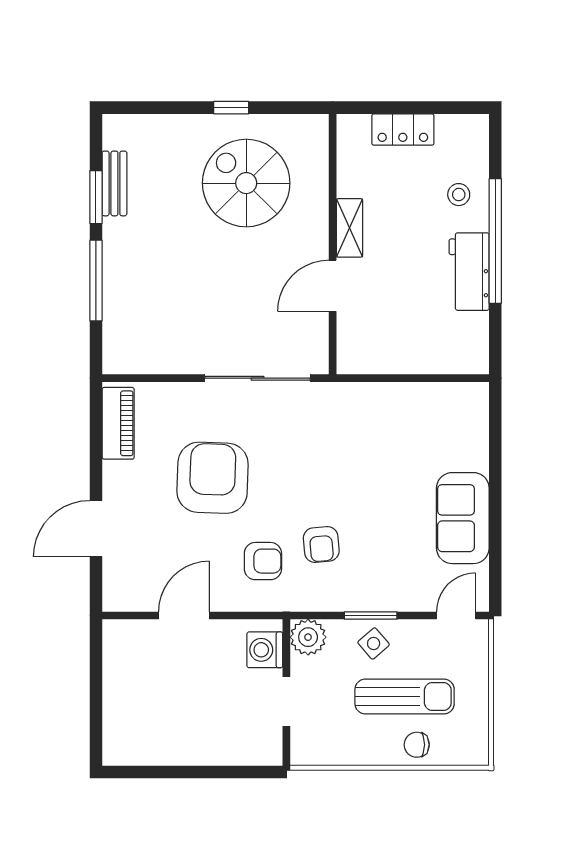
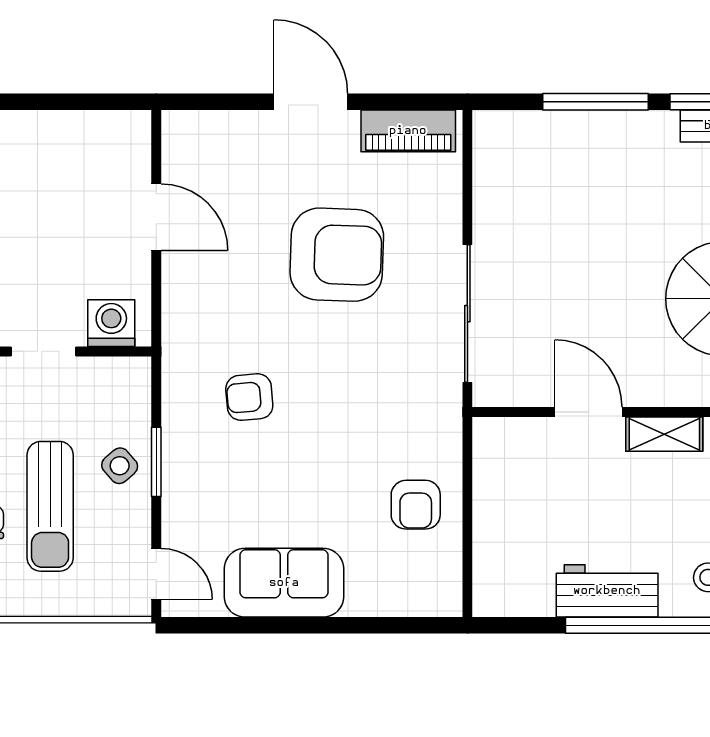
door: (96, 529) -> (311, 102), moved
armchair: (263, 561) -> (416, 505), moved
plant: (308, 637) -> (128, 380), removed

